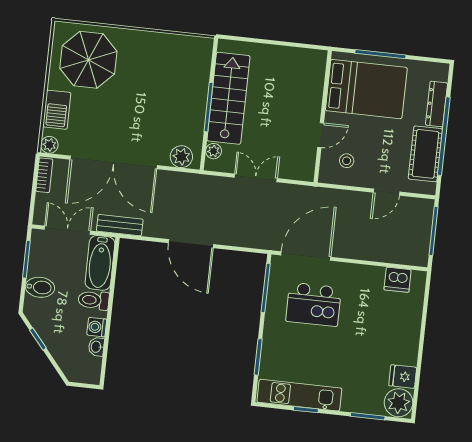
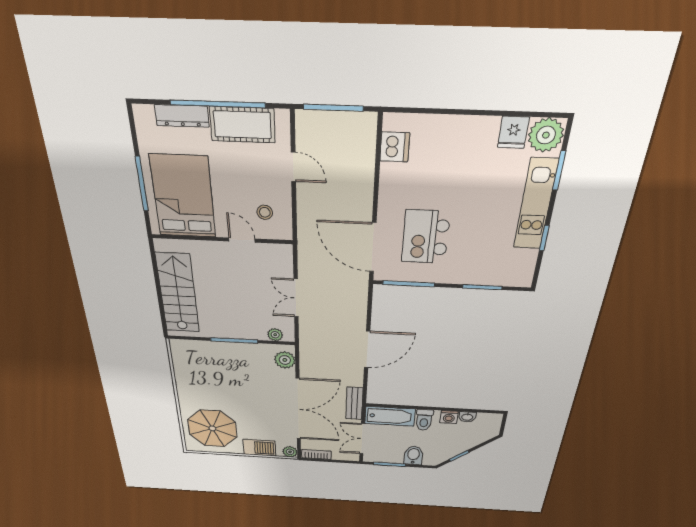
stairs: (228, 98) -> (178, 293), moved, turned 90
kitchen island: (313, 304) -> (426, 237), turned 180
kitchen unit: (299, 395) -> (535, 205), moved

